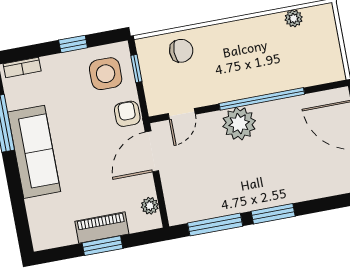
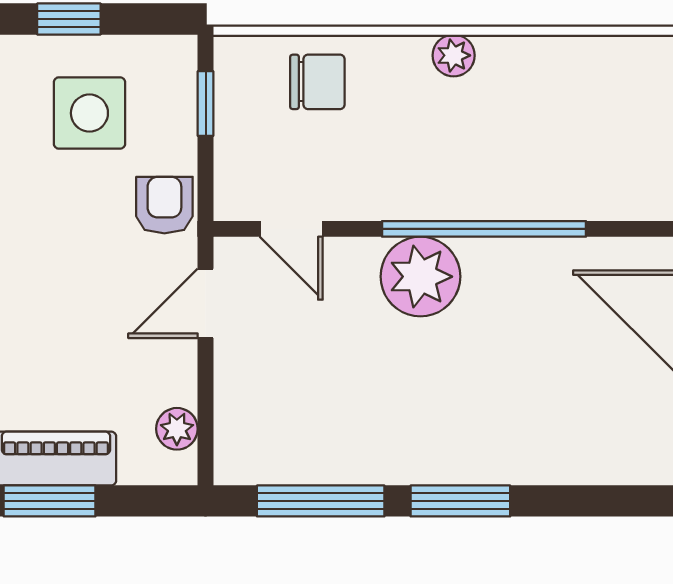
plant: (294, 18) -> (454, 55), moved
side table: (106, 74) -> (89, 113), moved
door: (182, 114) -> (291, 229), hinge flipped
door: (152, 151) -> (206, 303), width x0.73

